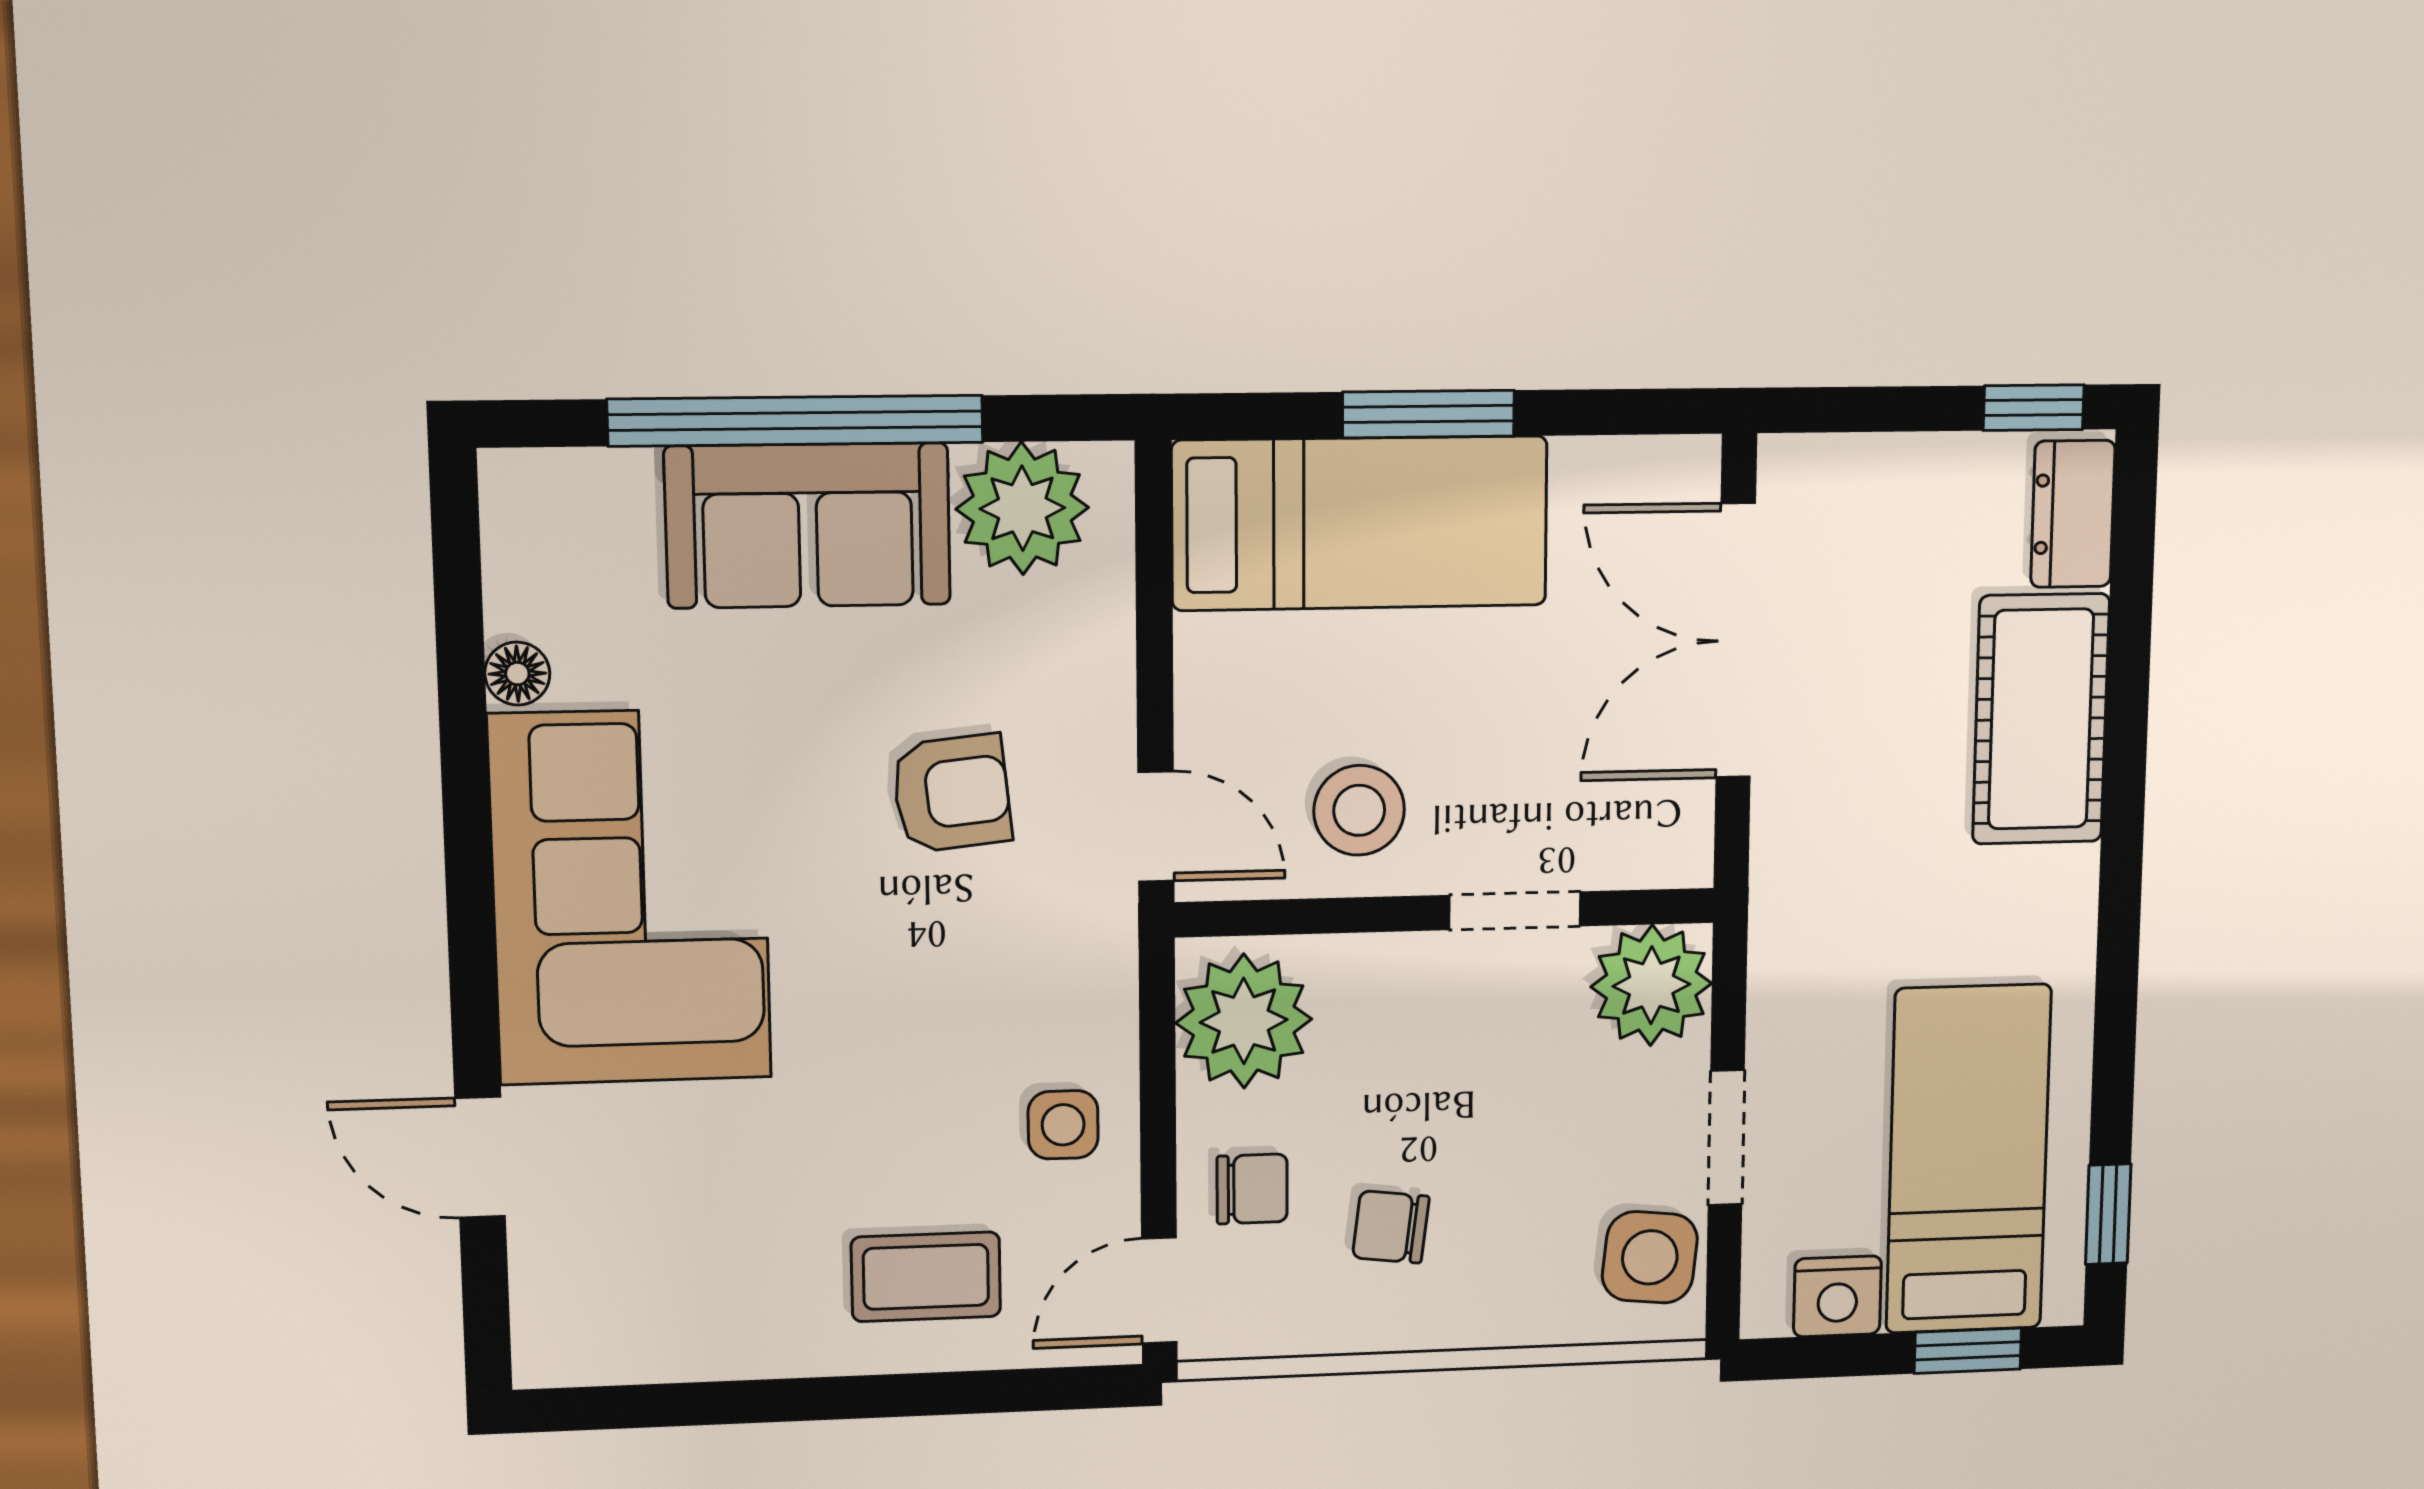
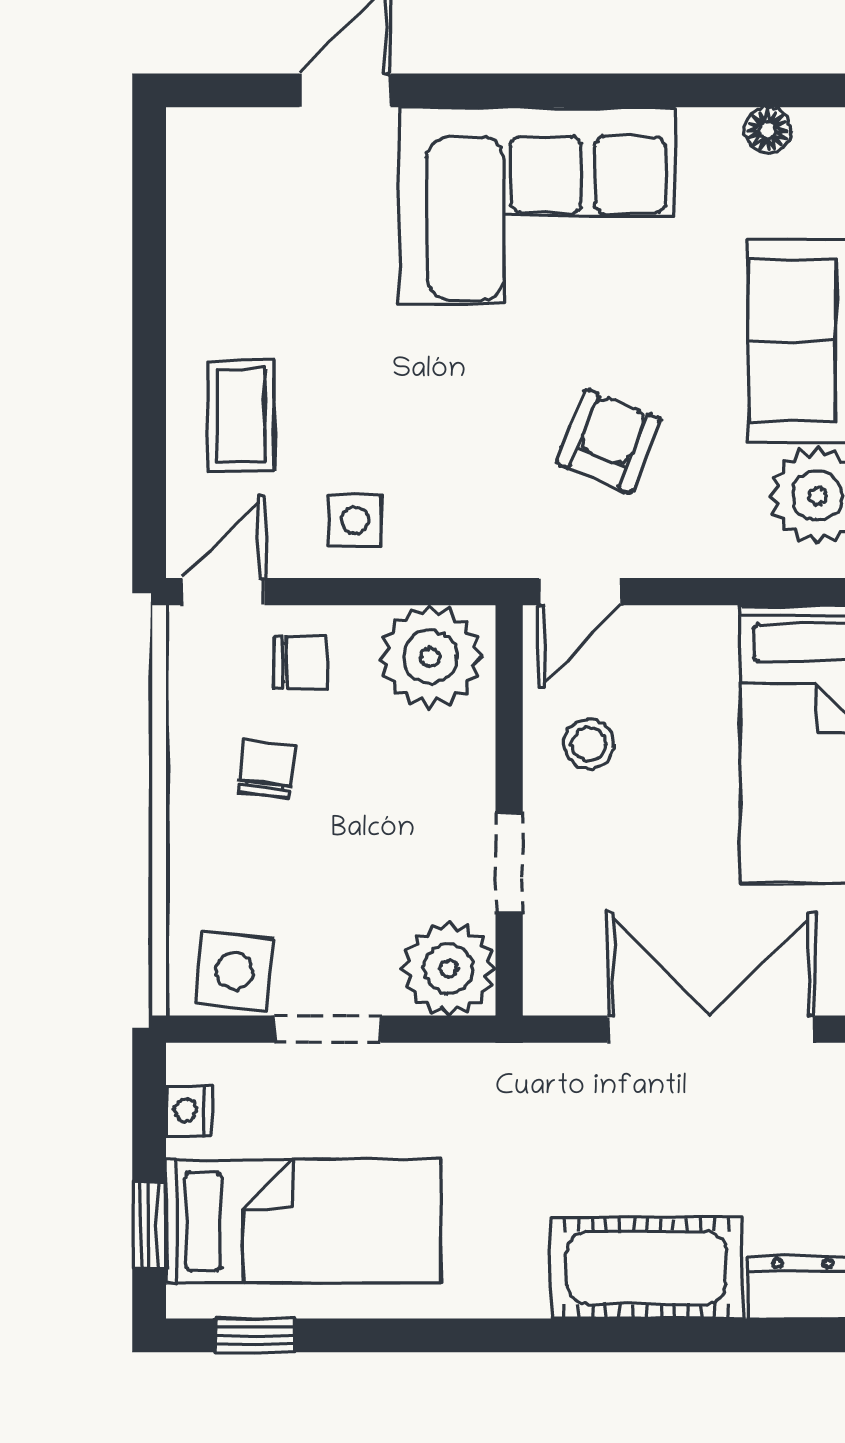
floor lamp: (517, 674) -> (768, 130), moved
armchair: (952, 793) -> (609, 441), turned -152
stool: (1359, 810) -> (589, 744), width x0.73, depth x0.73
chair: (1252, 1189) -> (300, 663), turned -90
door: (1159, 1291) -> (223, 592), hinge flipped
nightstand: (1837, 1296) -> (189, 1110), width x0.72, depth x0.74

